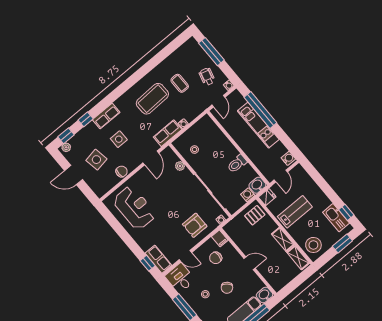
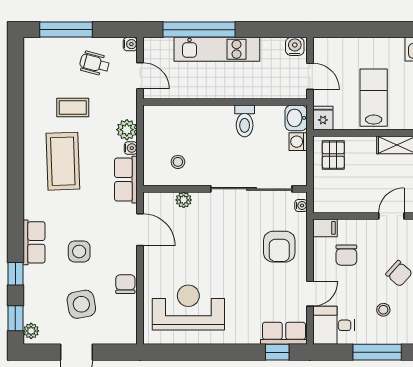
plant: (190, 115) -> (127, 130), added

